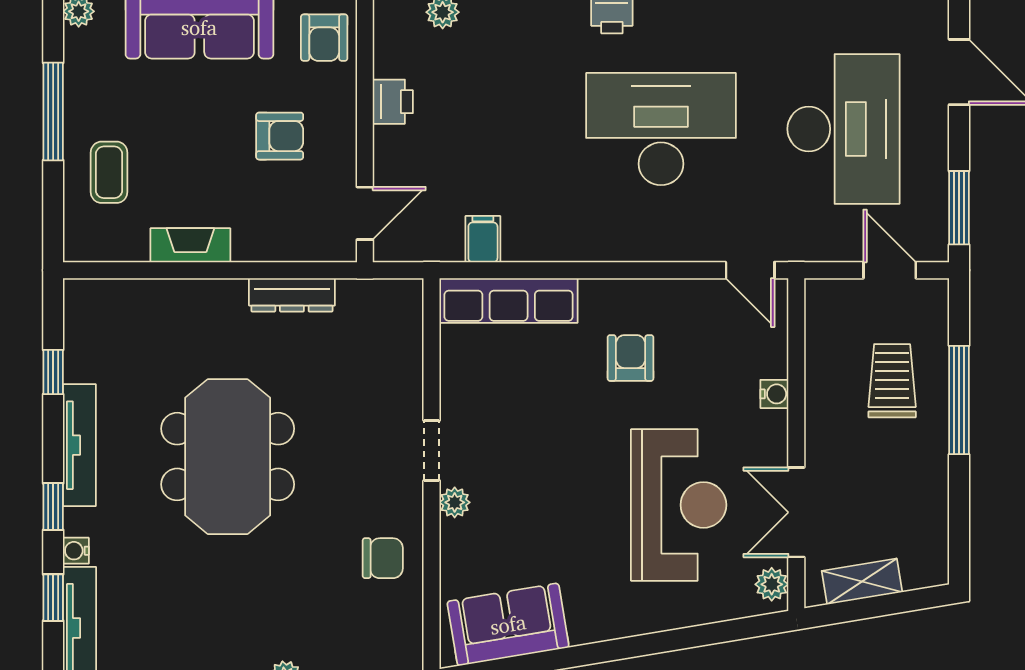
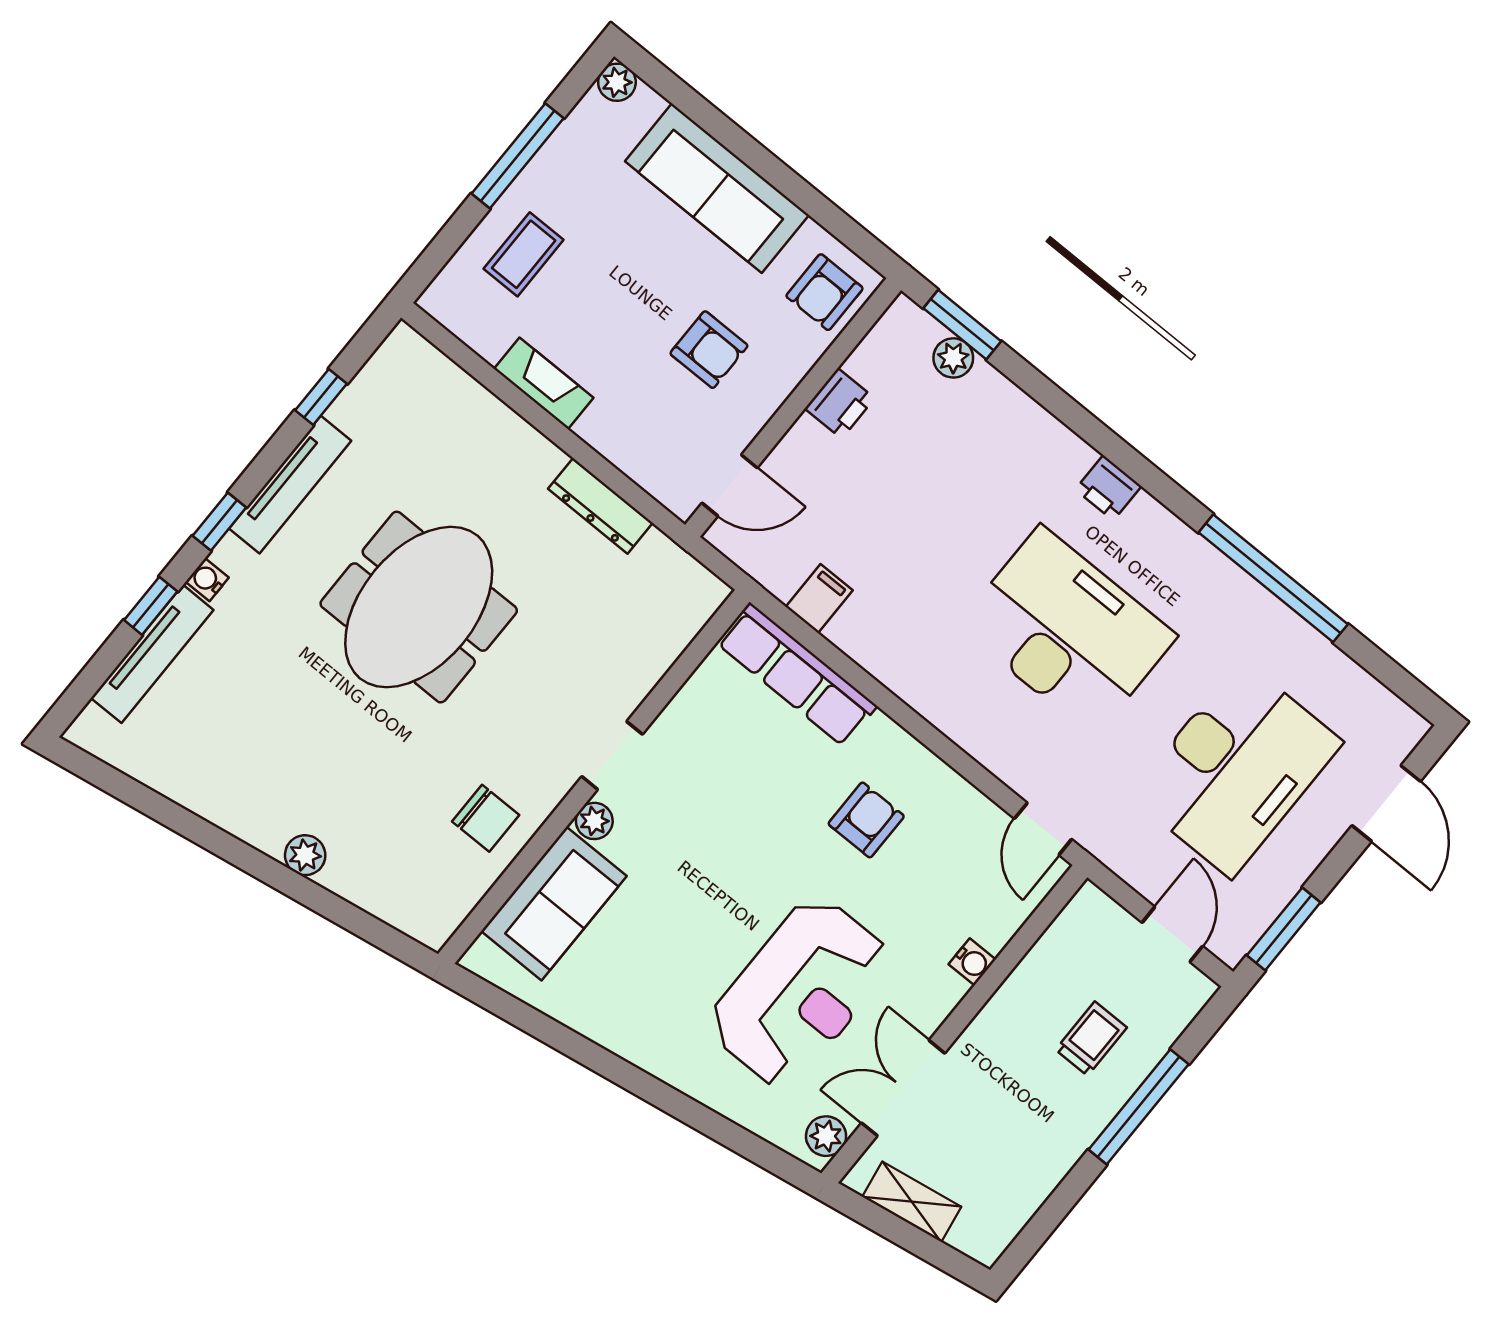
trolley: (892, 381) -> (1091, 1039), width x0.73, depth x0.72
sofa: (508, 624) -> (554, 904), moved, turned 99

